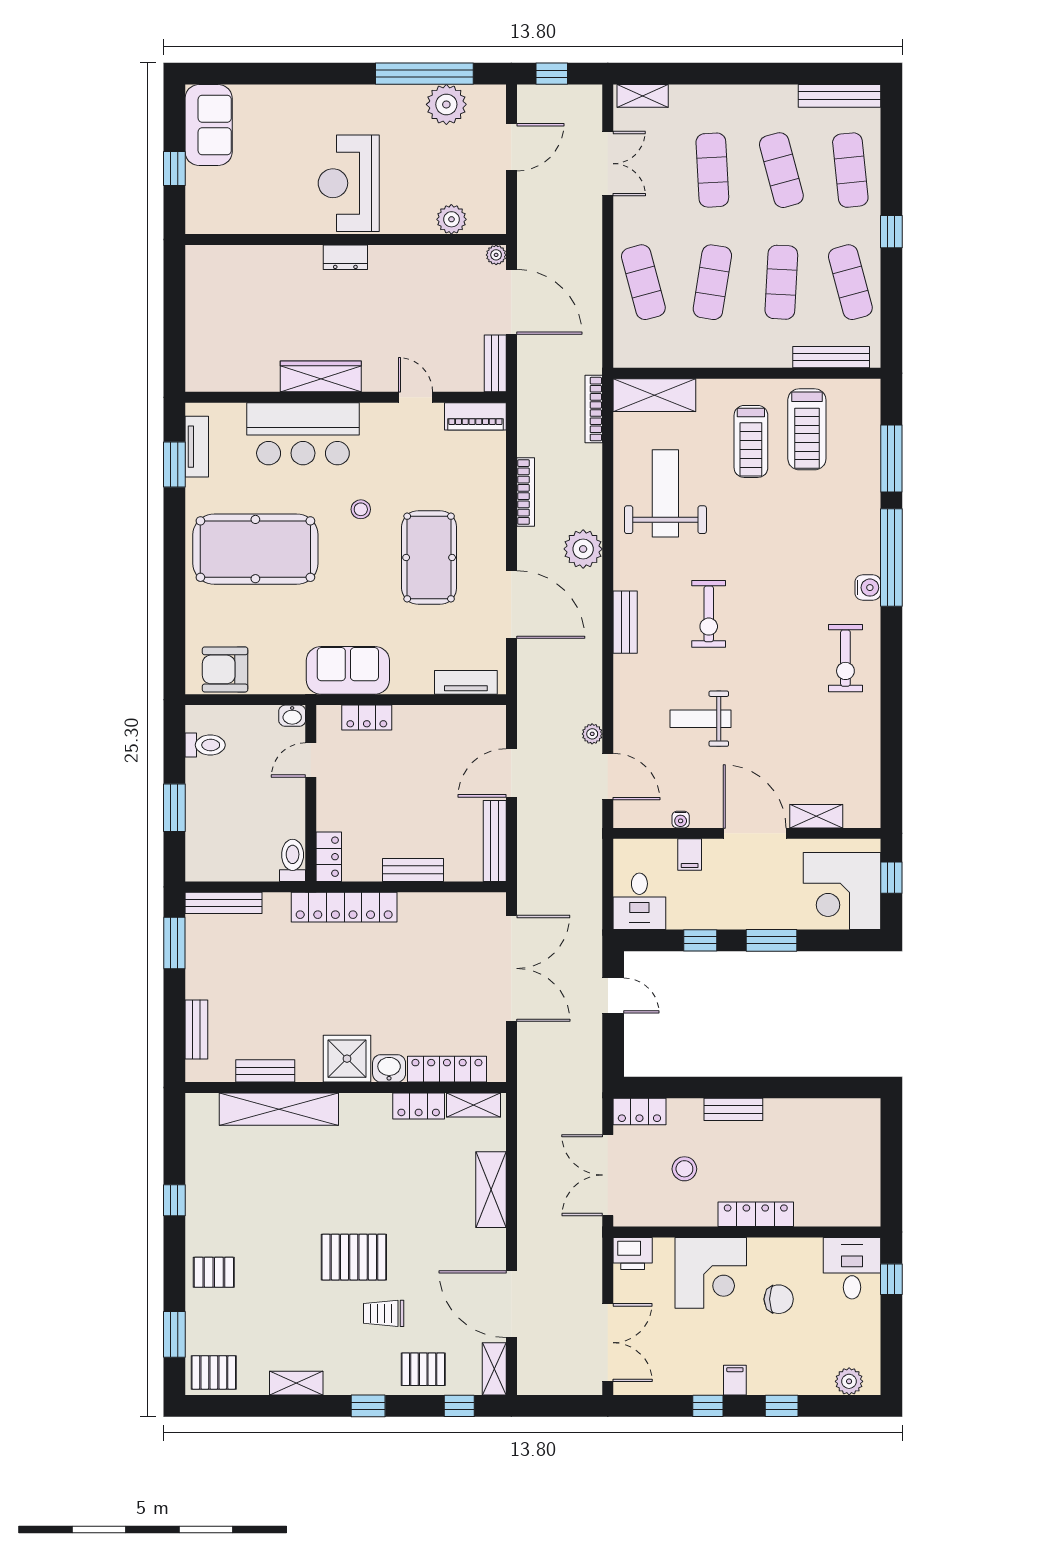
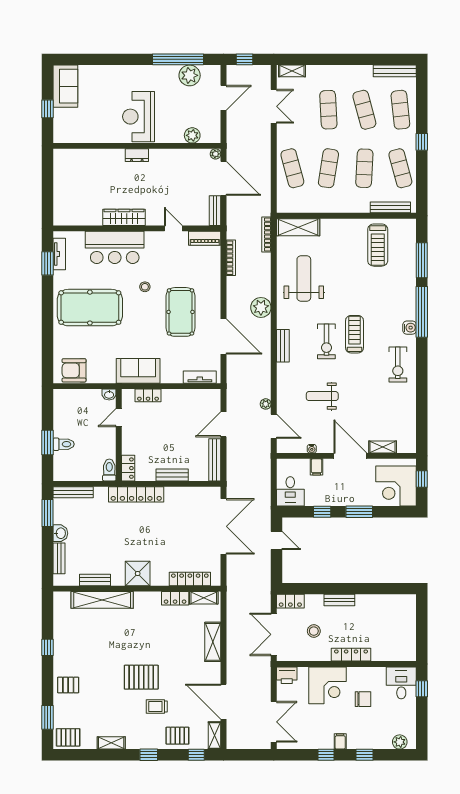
treadmill: (751, 441) -> (355, 334), moved, turned 180
bookcase: (526, 492) -> (231, 258), moved
toilet: (205, 745) -> (64, 444), moved
washbasin: (389, 1068) -> (60, 533), moved, turned 90

